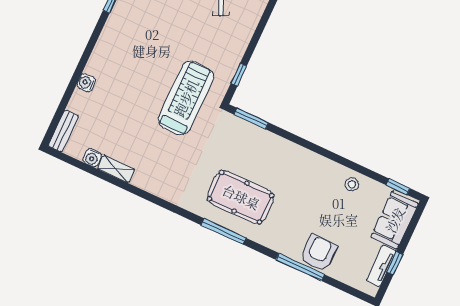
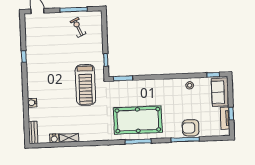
treadmill: (186, 98) -> (85, 85), turned 180
pool table: (241, 197) -> (138, 120), width x1.36, depth x1.32
armchair: (318, 253) -> (191, 128), turned -90

